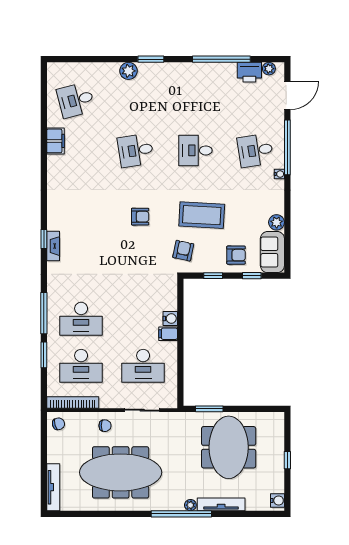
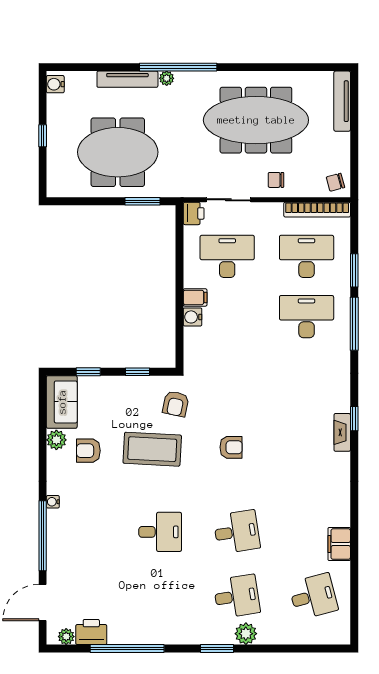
desk: (255, 150) -> (237, 596), moved
armchair: (140, 217) -> (231, 447), turned 180
fireplace: (53, 246) -> (342, 432), moved
armchair: (236, 255) -> (88, 451), moved
printer: (169, 399) -> (194, 213), added
meeting table: (229, 447) -> (118, 152), turned 90

